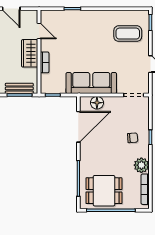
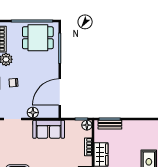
sofa: (91, 83) -> (49, 129), width x0.73
floor lamp: (46, 88) -> (87, 125), added
floor lamp: (97, 103) -> (33, 113), moved

